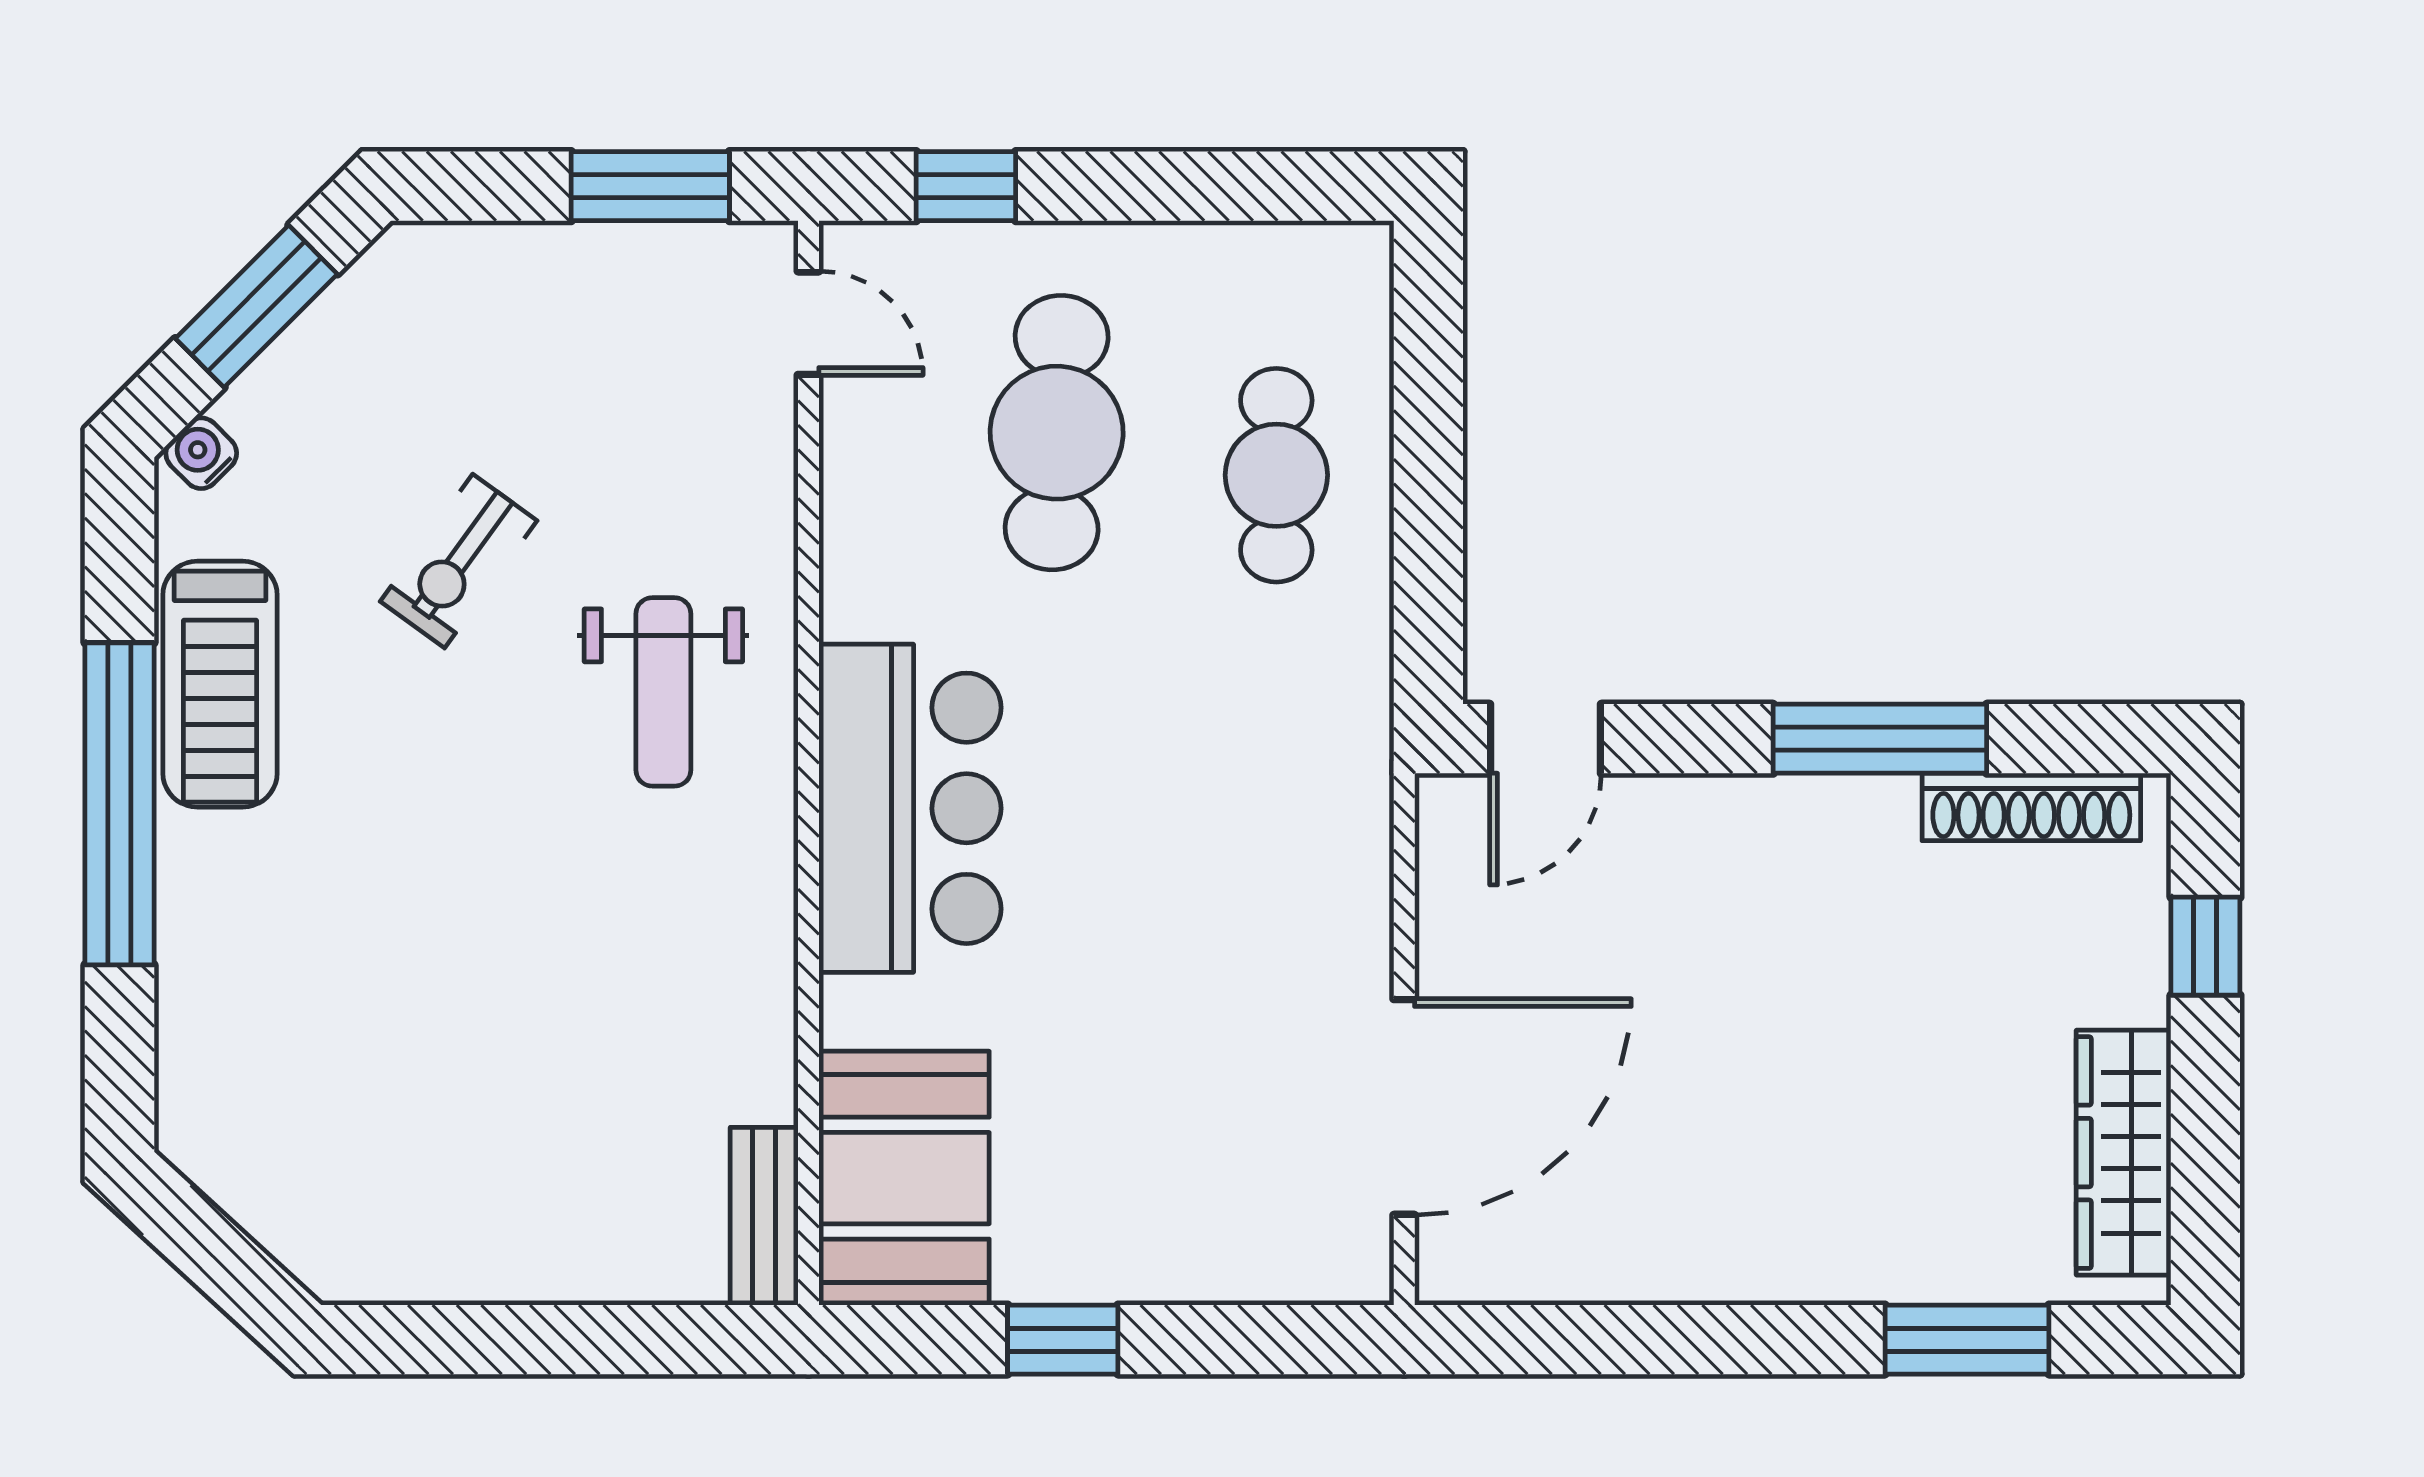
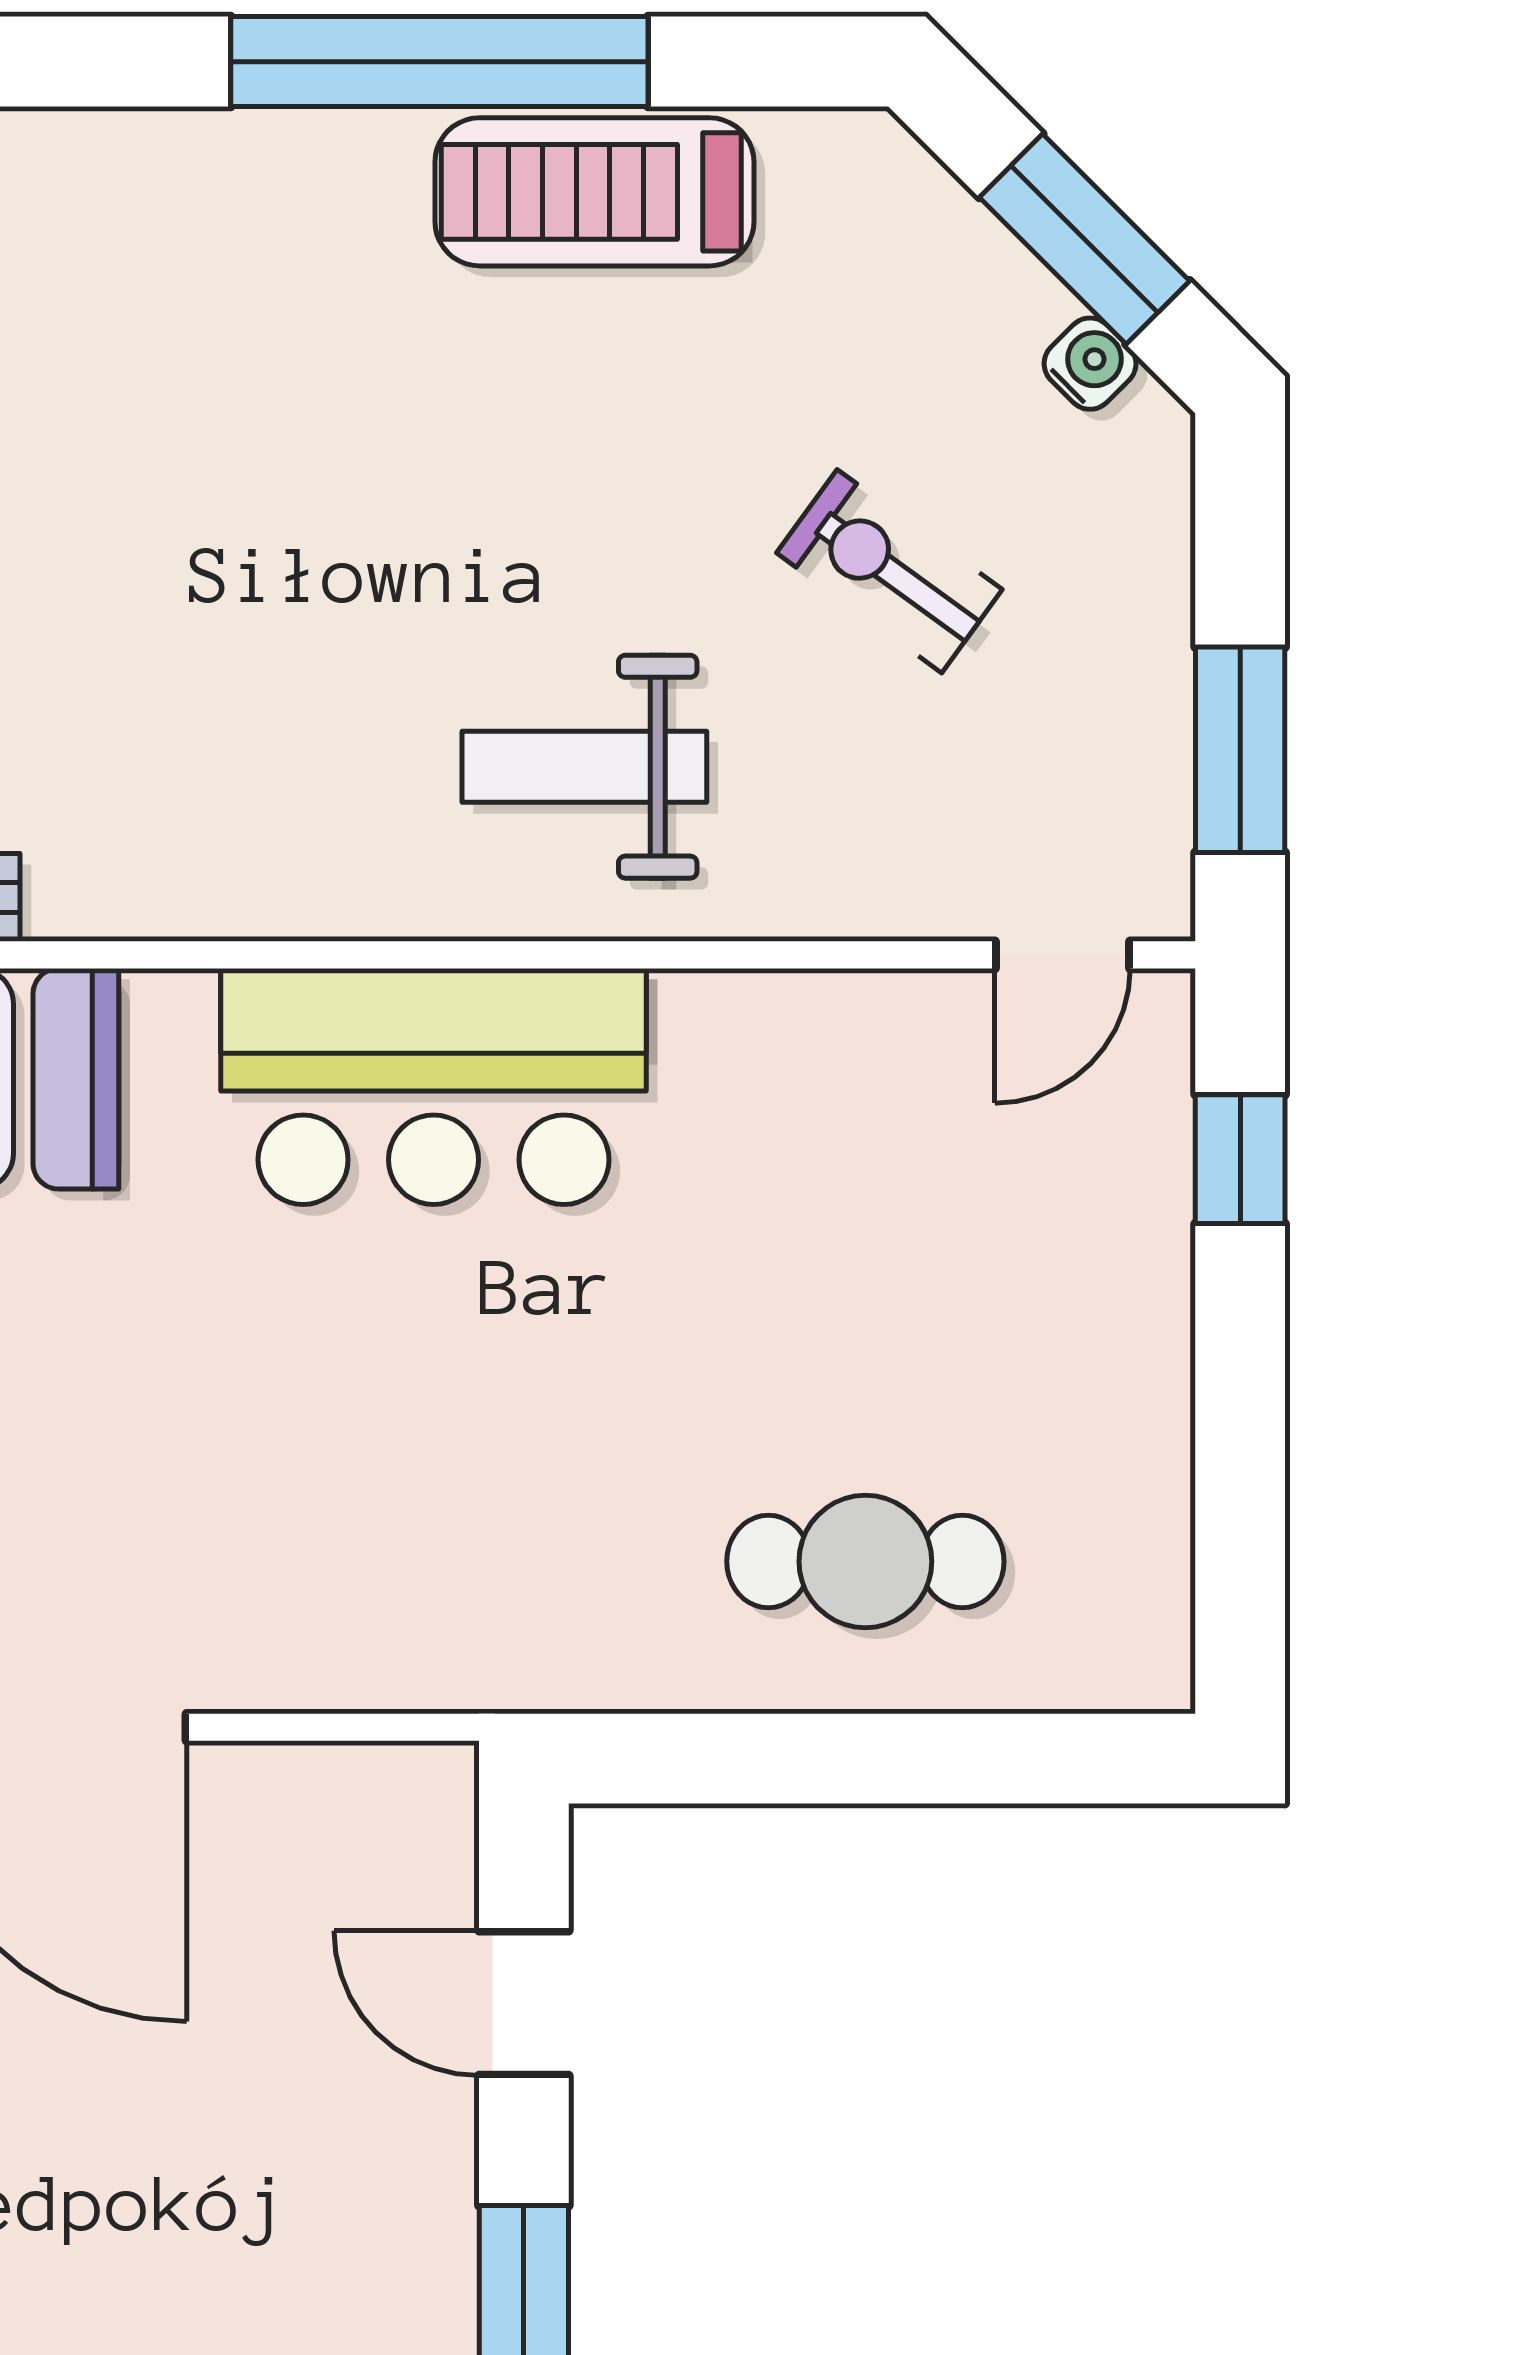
cafe table: (1057, 433) -> (921, 1277), removed
water cooler: (201, 453) -> (1090, 364), moved
exercise bike: (459, 561) -> (889, 571), moved
door: (1546, 739) -> (524, 2003), moved

